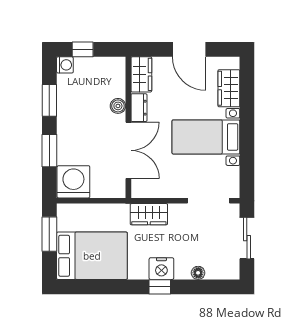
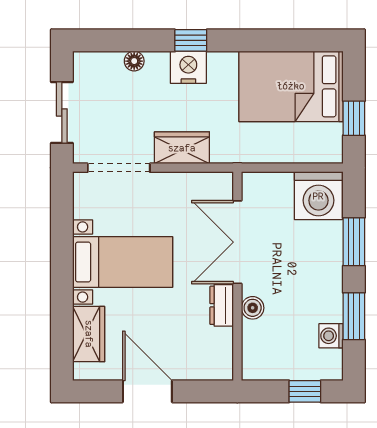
washing machine: (65, 65) -> (331, 336), moved
wardrobe: (141, 74) -> (218, 354), removed
wardrobe: (149, 214) -> (182, 148), moved
window: (49, 234) -> (354, 118), width x0.67

